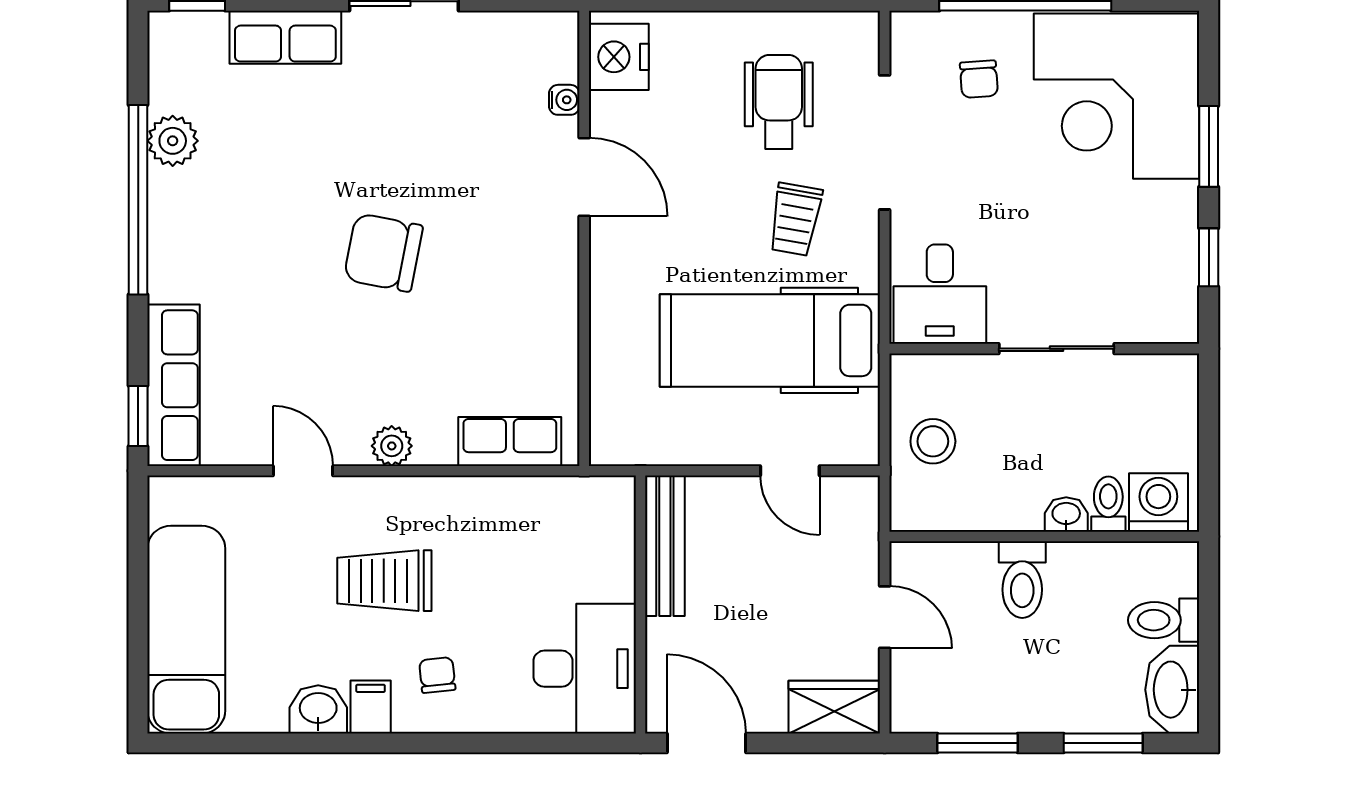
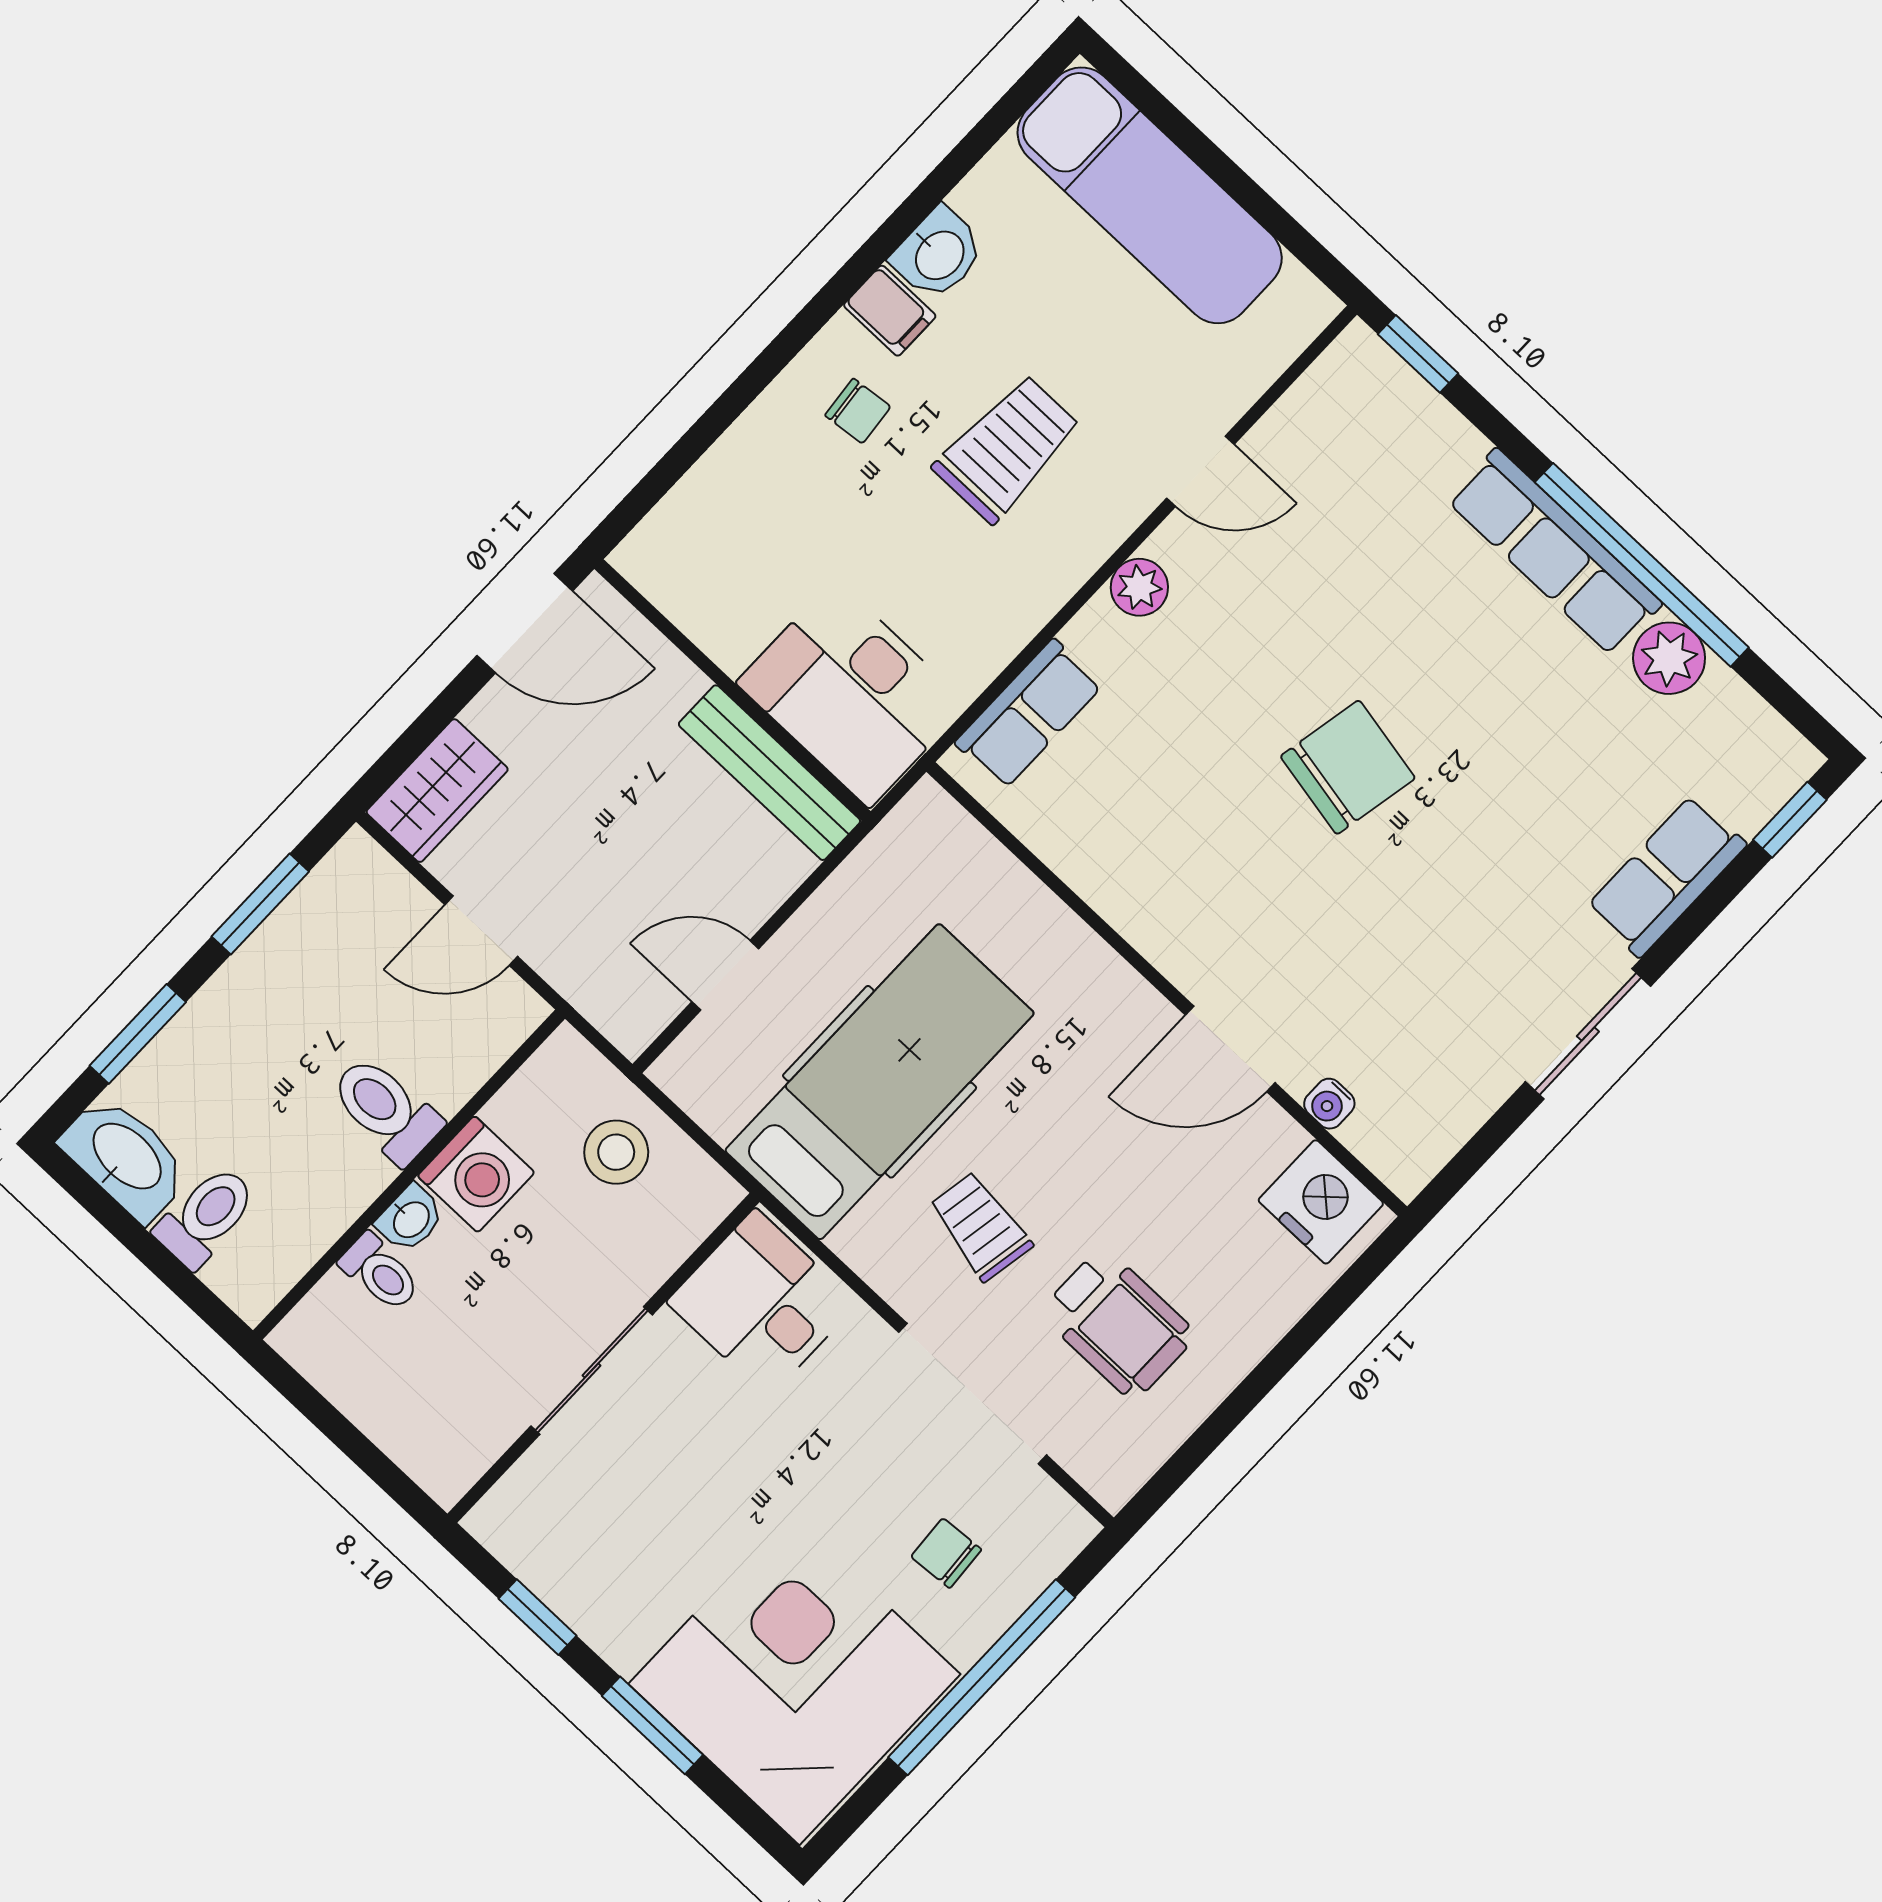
row of seats: (174, 385) -> (1554, 552), moved
washing machine: (1158, 502) -> (476, 1174), moved
desk: (585, 669) -> (852, 693), moved

